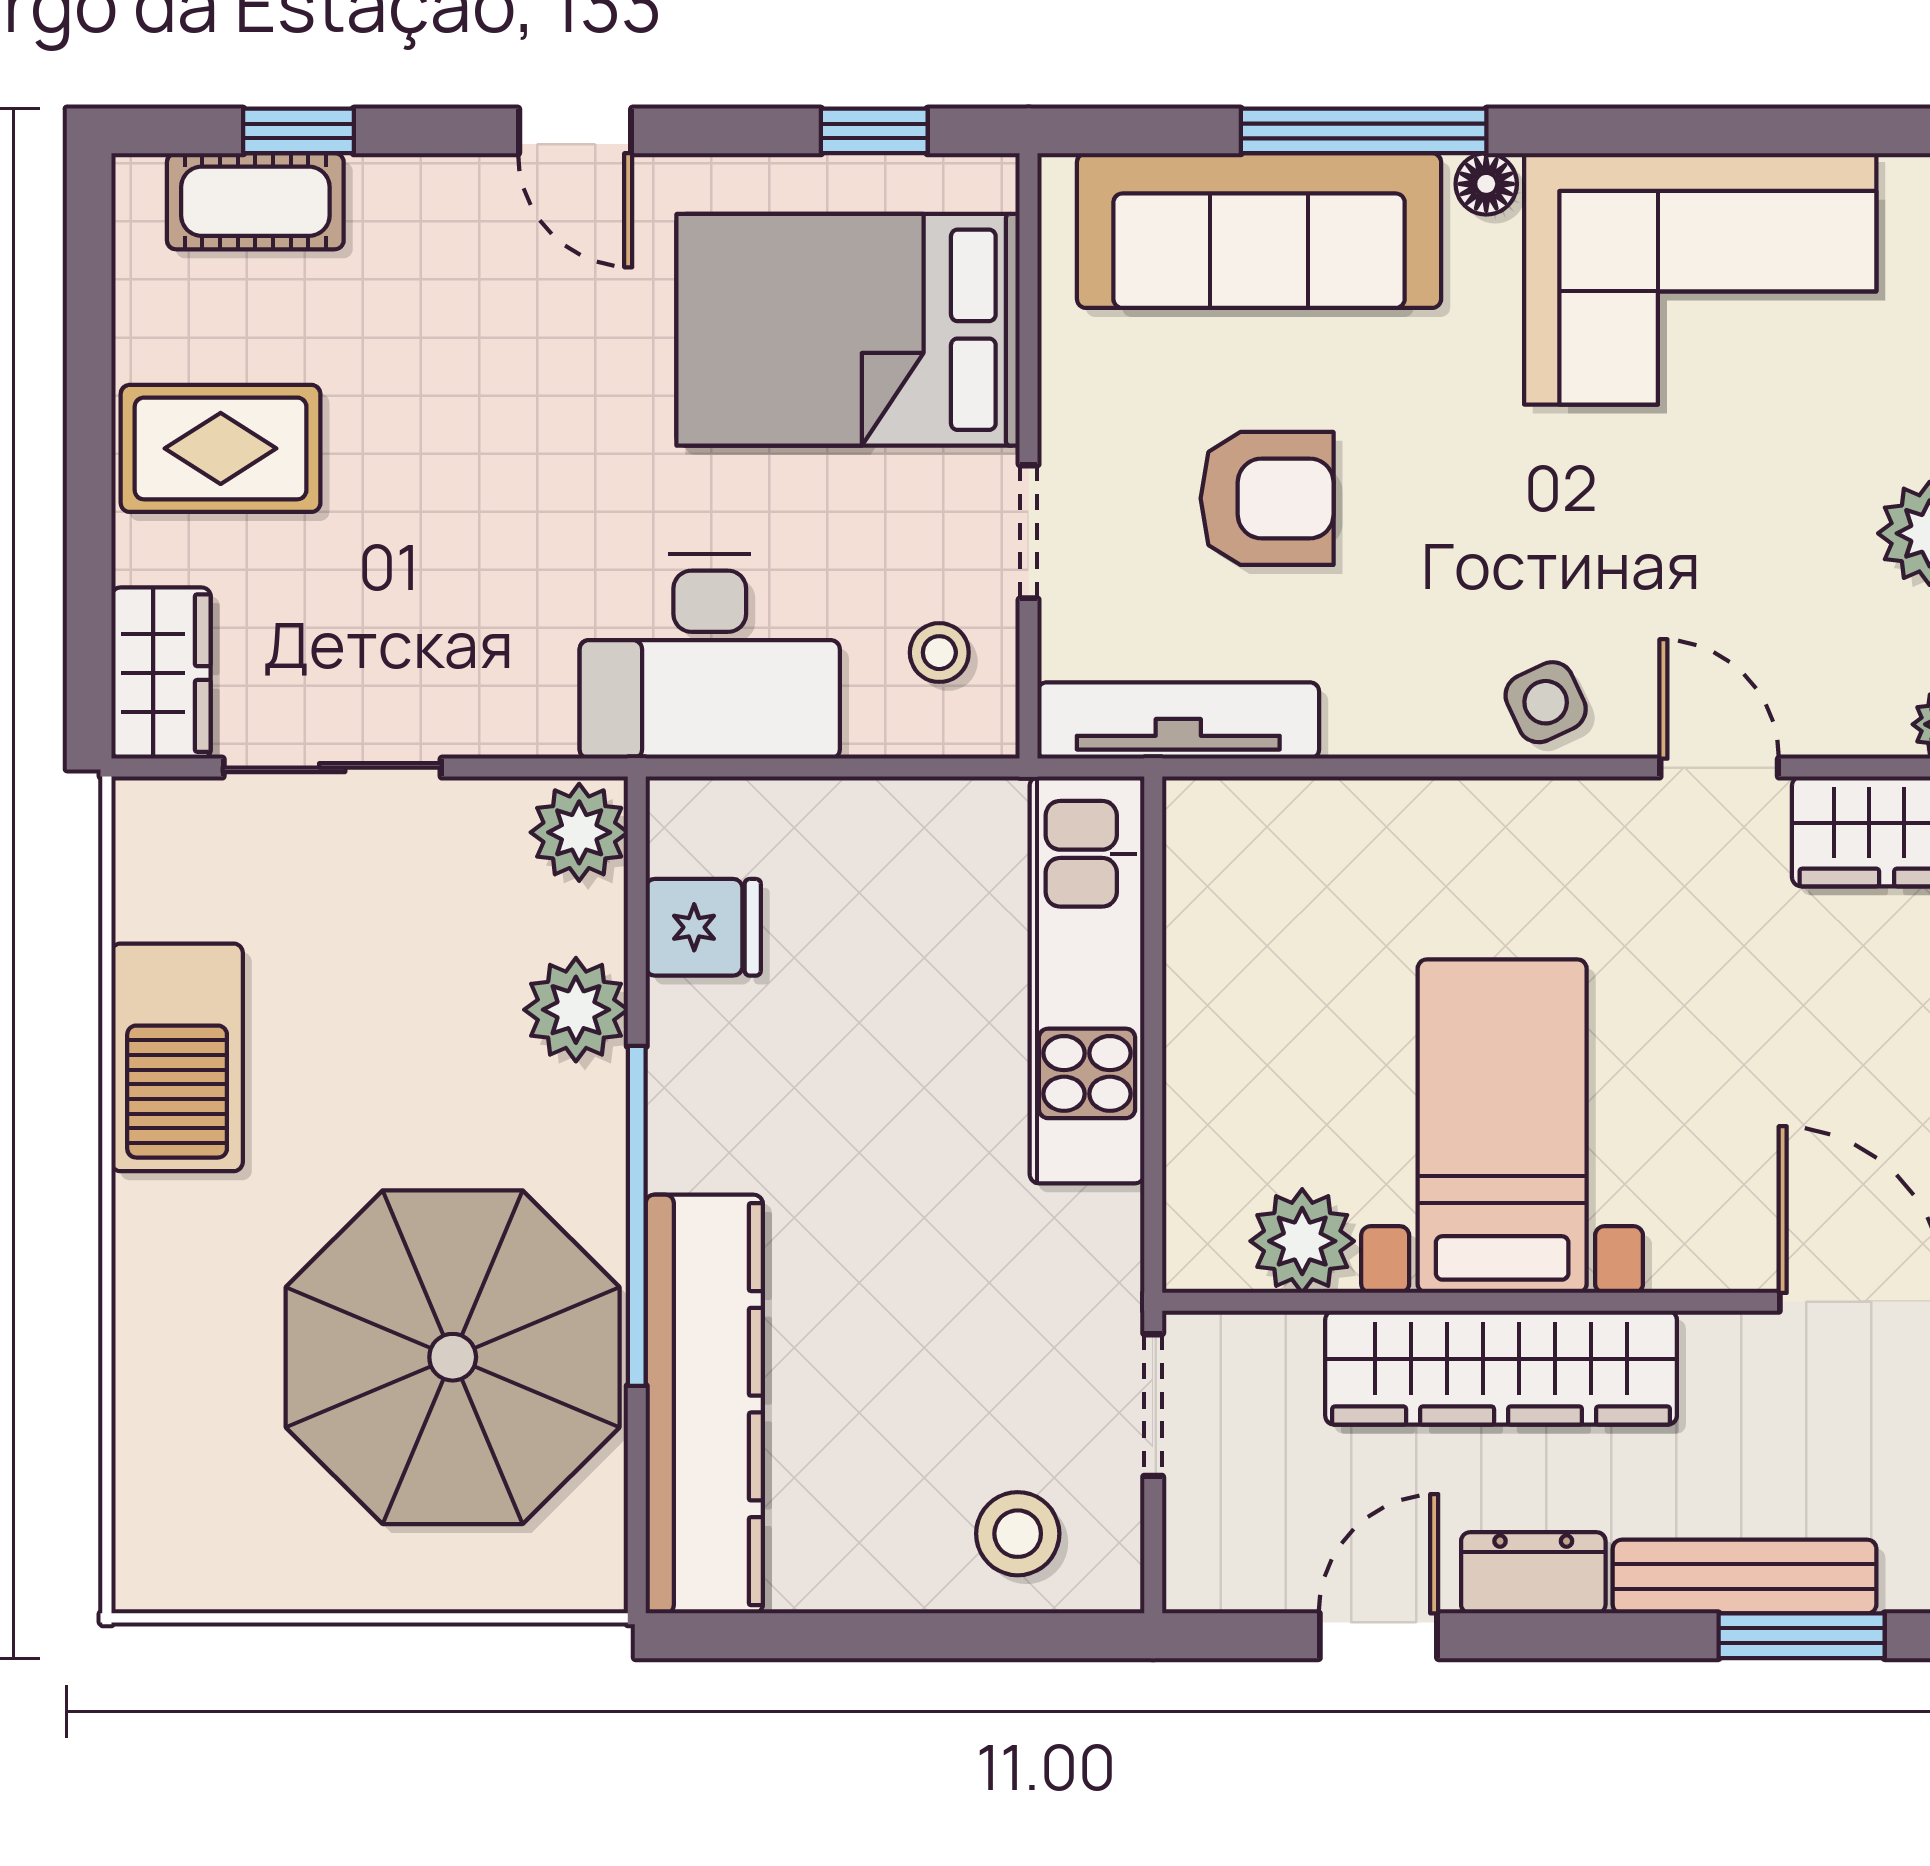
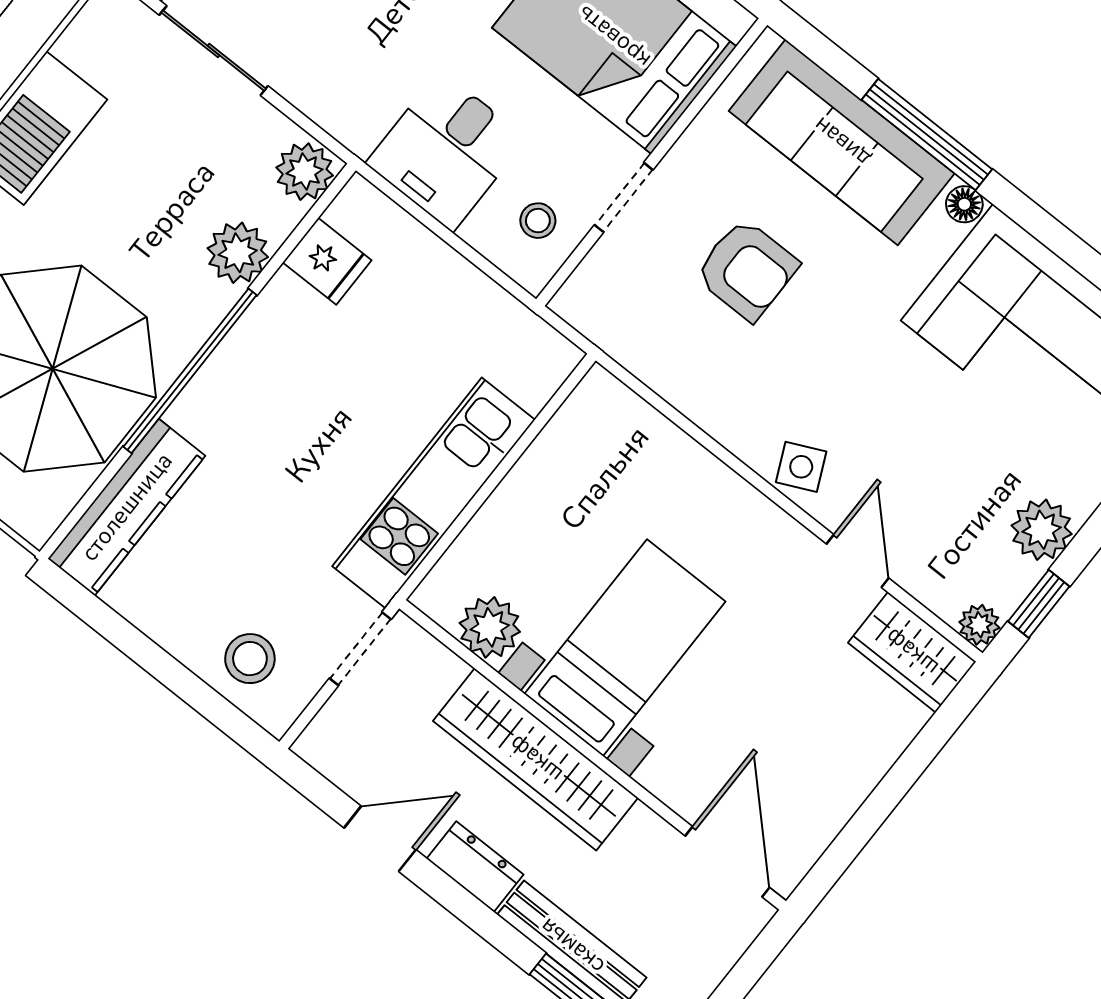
desk: (710, 656) -> (446, 151), width x0.73
tv unit: (1178, 721) -> (624, 340), removed
kitchen unit: (1087, 980) -> (434, 493), moved
kitchen counter: (704, 1404) -> (127, 507), width x0.72, depth x0.86

